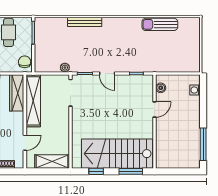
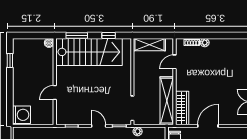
boiler: (161, 88) -> (49, 43), moved
washing machine: (195, 90) -> (22, 115), width x1.89, depth x1.89
window: (203, 144) -> (10, 61), width x0.46

